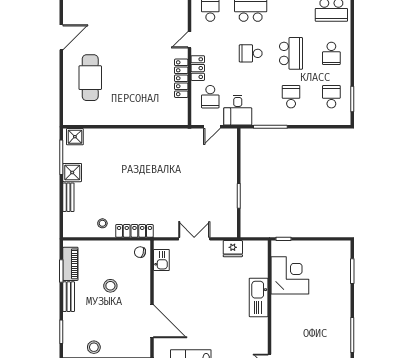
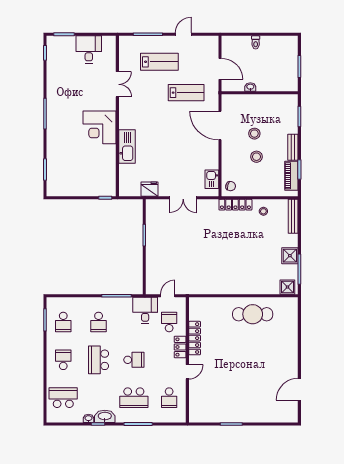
door: (61, 37) -> (299, 389), moved
cafe table: (90, 78) -> (253, 314), moved, turned 90
bench: (68, 197) -> (293, 216), moved, width x1.36
corner desk: (290, 275) -> (100, 127), moved
stool: (94, 347) -> (254, 134), moved

